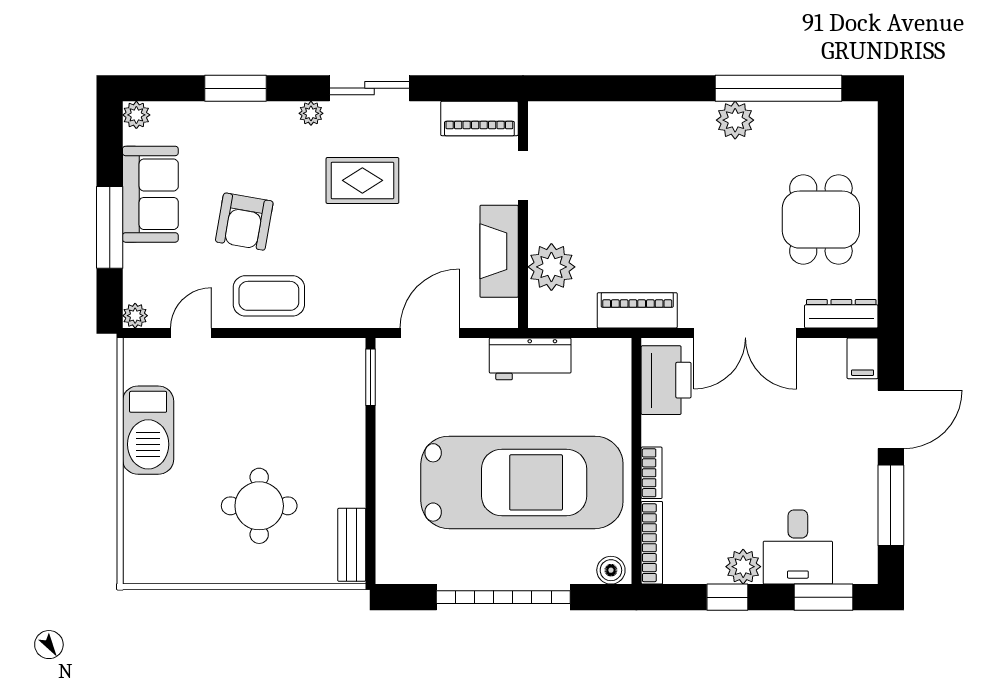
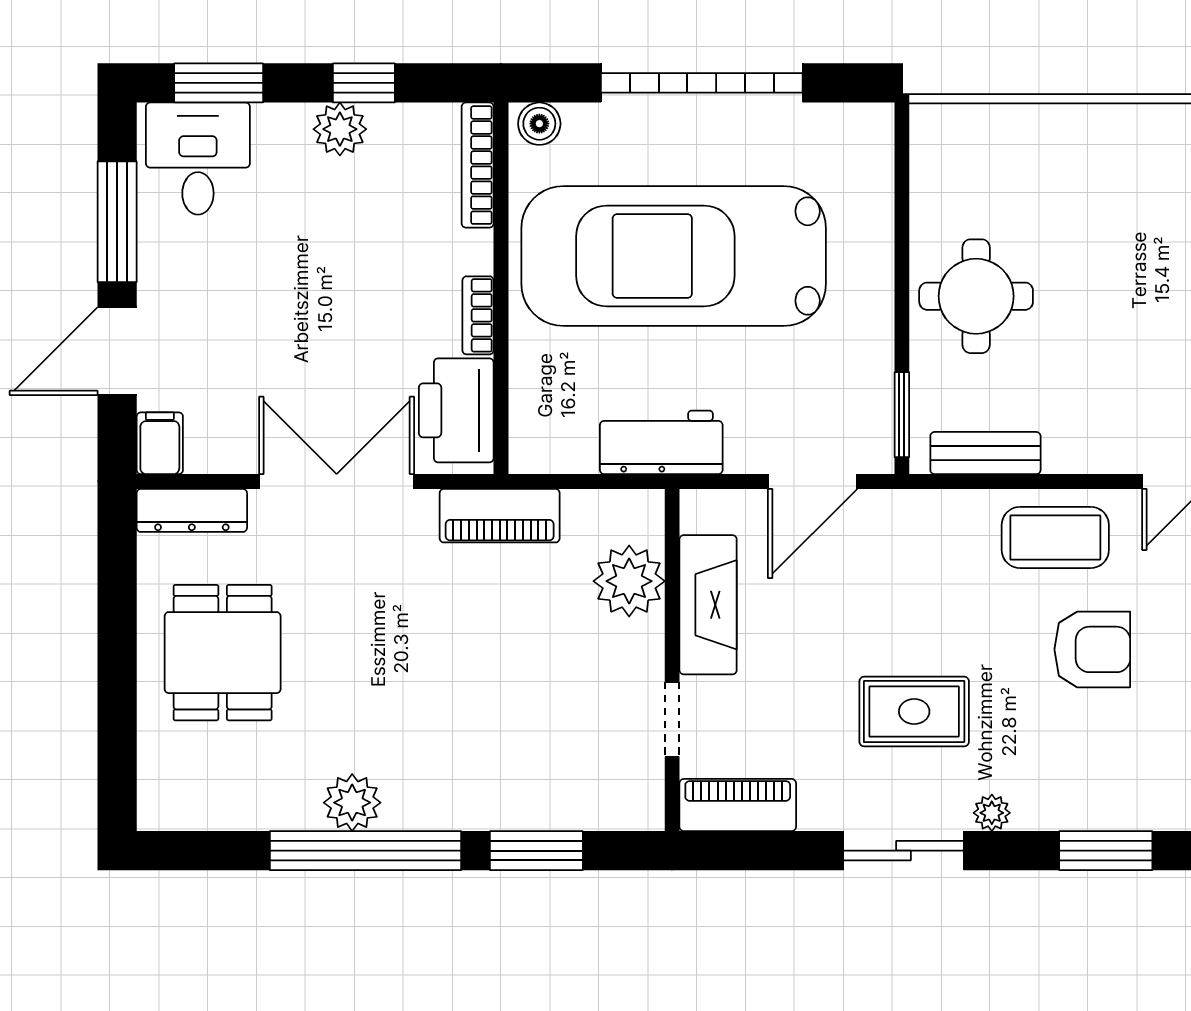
window: (613, 88) -> (536, 851), added
window: (778, 88) -> (365, 851), moved
armchair: (244, 222) -> (1092, 649), turned 80
bookcase: (652, 473) -> (478, 315), moved
round table: (259, 506) -> (976, 296), moved
bench: (352, 545) -> (985, 453), moved, turned 90
desk: (798, 547) -> (198, 159), moved

